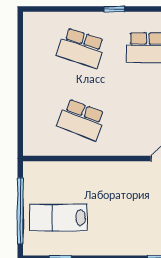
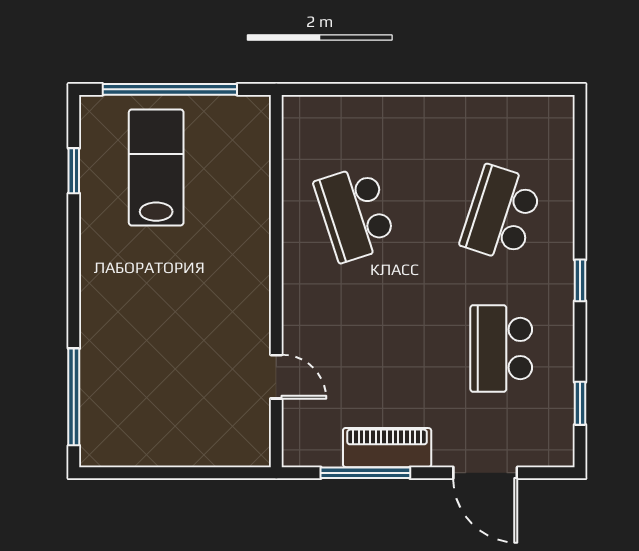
school desk: (81, 120) -> (355, 214), turned -39

